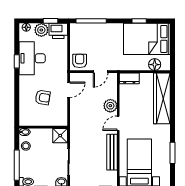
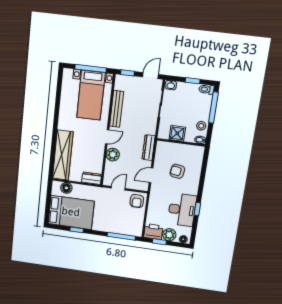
dresser: (75, 118) -> (149, 148), added
shower: (60, 136) -> (177, 133), moved
window: (172, 153) -> (58, 101), removed

